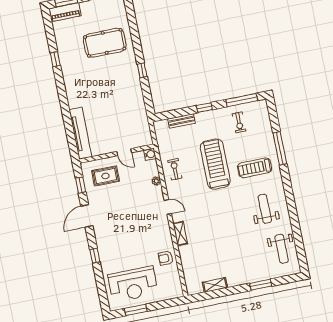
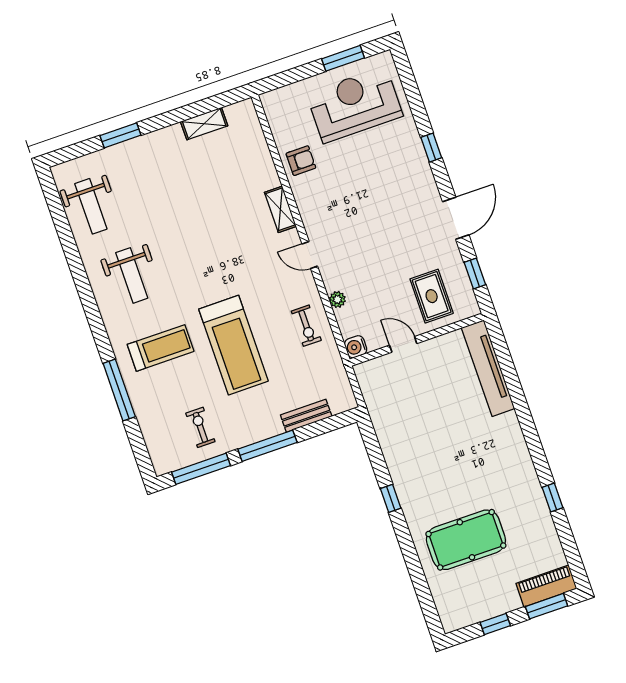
window: (204, 108) -> (267, 446), width x2.17
rug: (105, 176) -> (432, 296), turned 90
weight bench: (282, 249) -> (91, 206), turned 180

